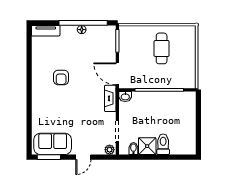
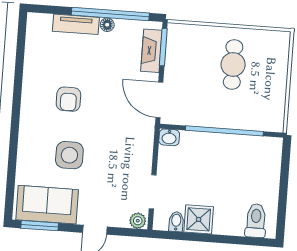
tv unit: (46, 31) -> (76, 24), moved
fireplace: (110, 98) -> (151, 51), moved
side table: (64, 112) -> (69, 155), added
toilet: (163, 144) -> (256, 221), moved

